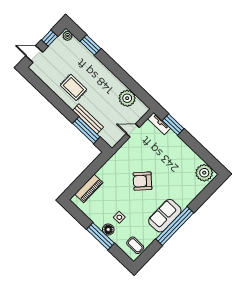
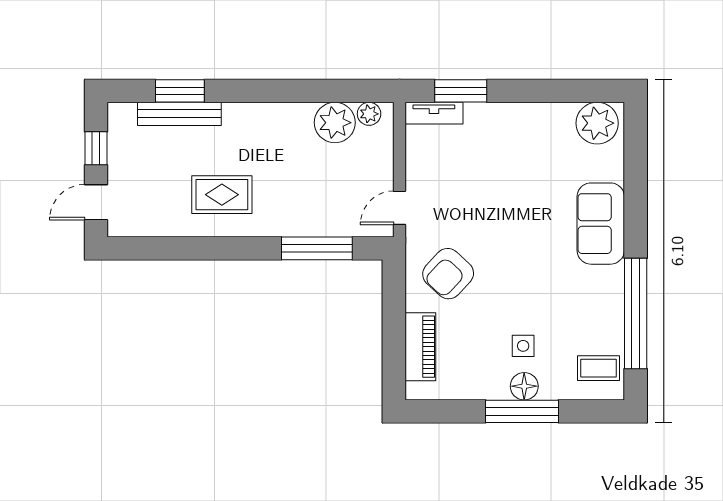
plant: (68, 36) -> (369, 114), moved
bench: (88, 119) -> (179, 114), moved
door: (133, 130) -> (399, 208), moved
armchair: (142, 181) -> (448, 274), moved
sofa: (165, 216) -> (601, 224), moved
window: (175, 226) -> (636, 314), moved

